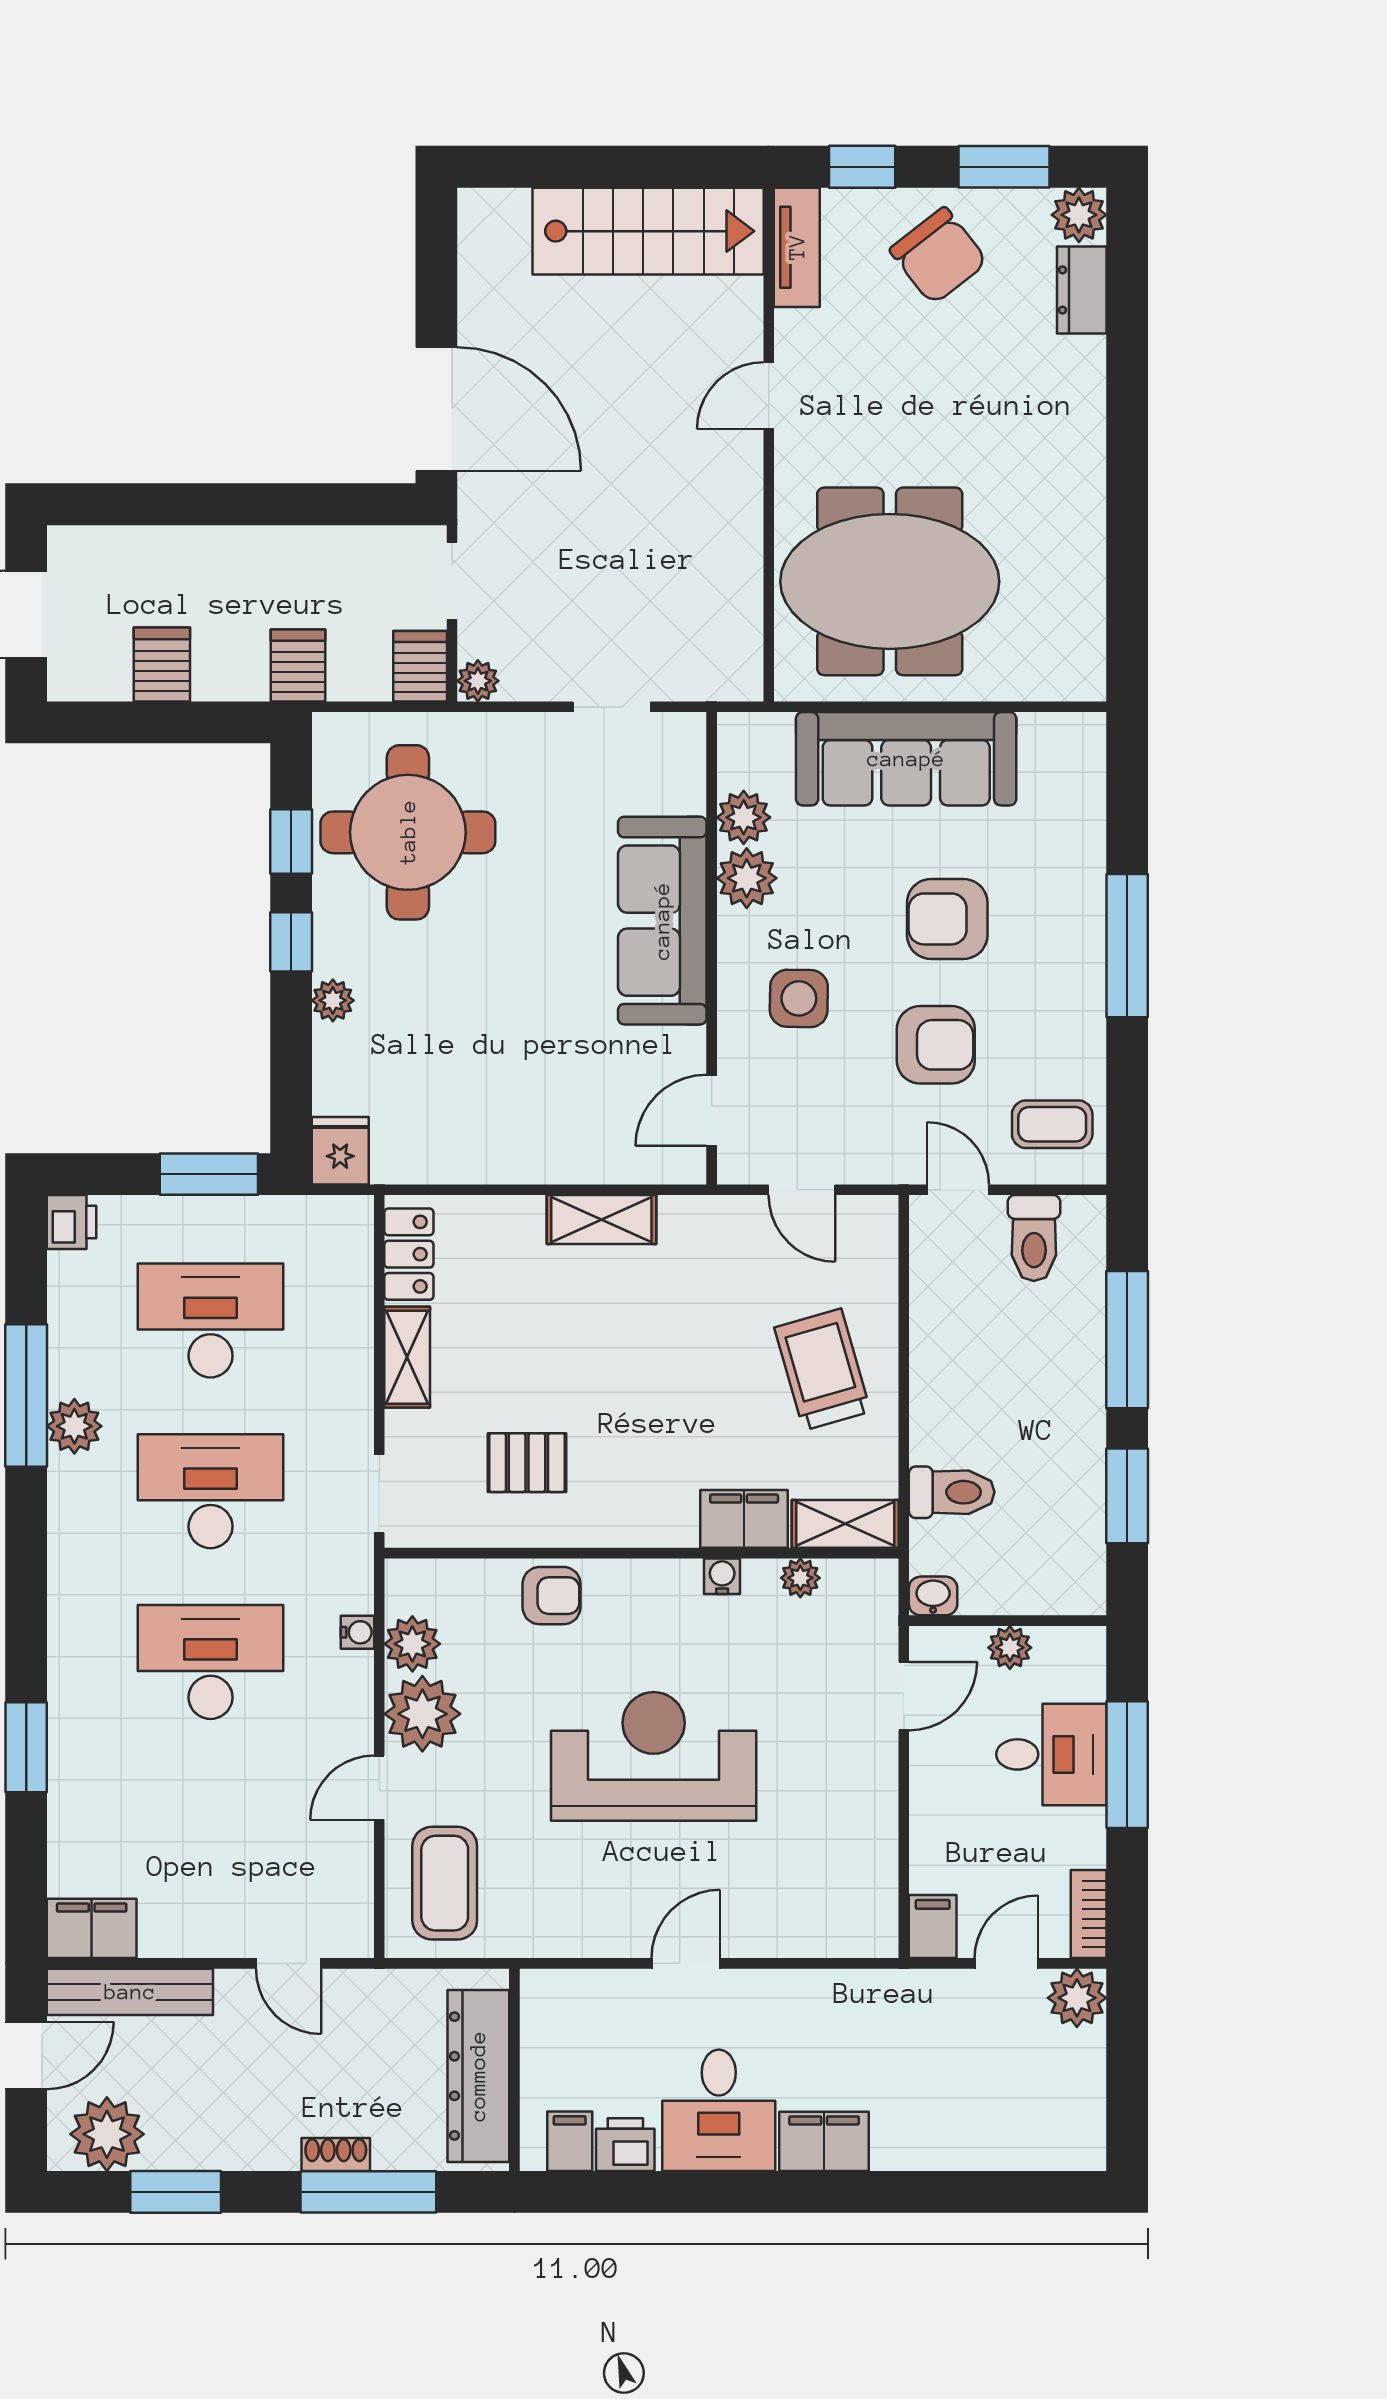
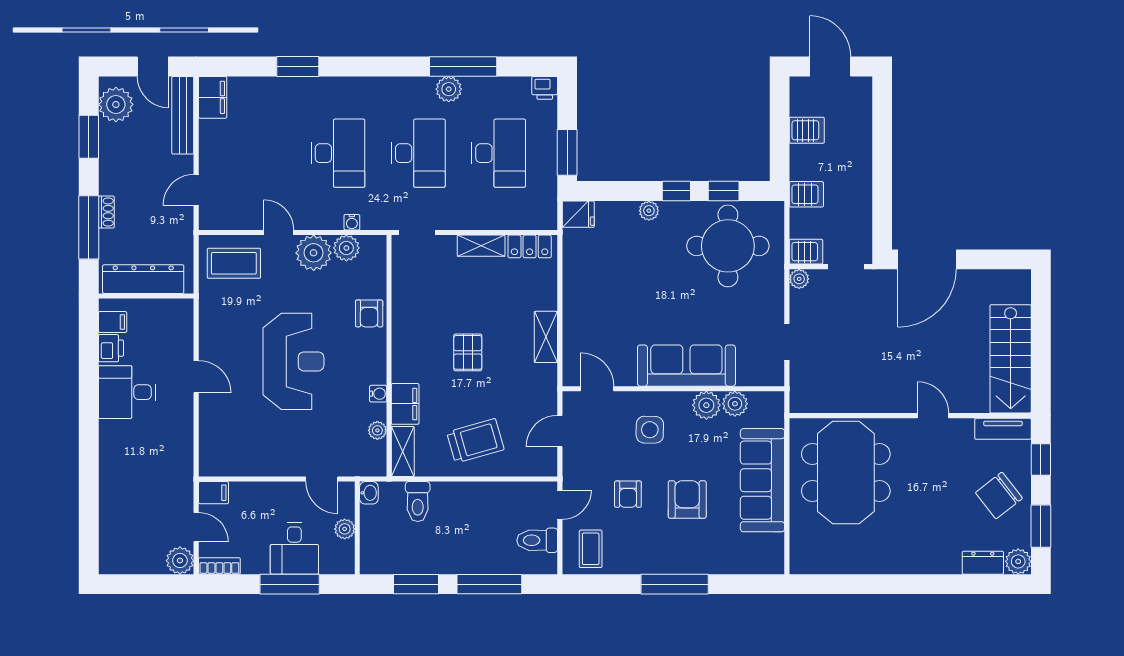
armchair: (936, 1045) -> (628, 494), width x0.72, depth x0.72
pallet: (527, 1463) -> (468, 352), moved
filing cabinet: (824, 2141) -> (113, 442), removed

